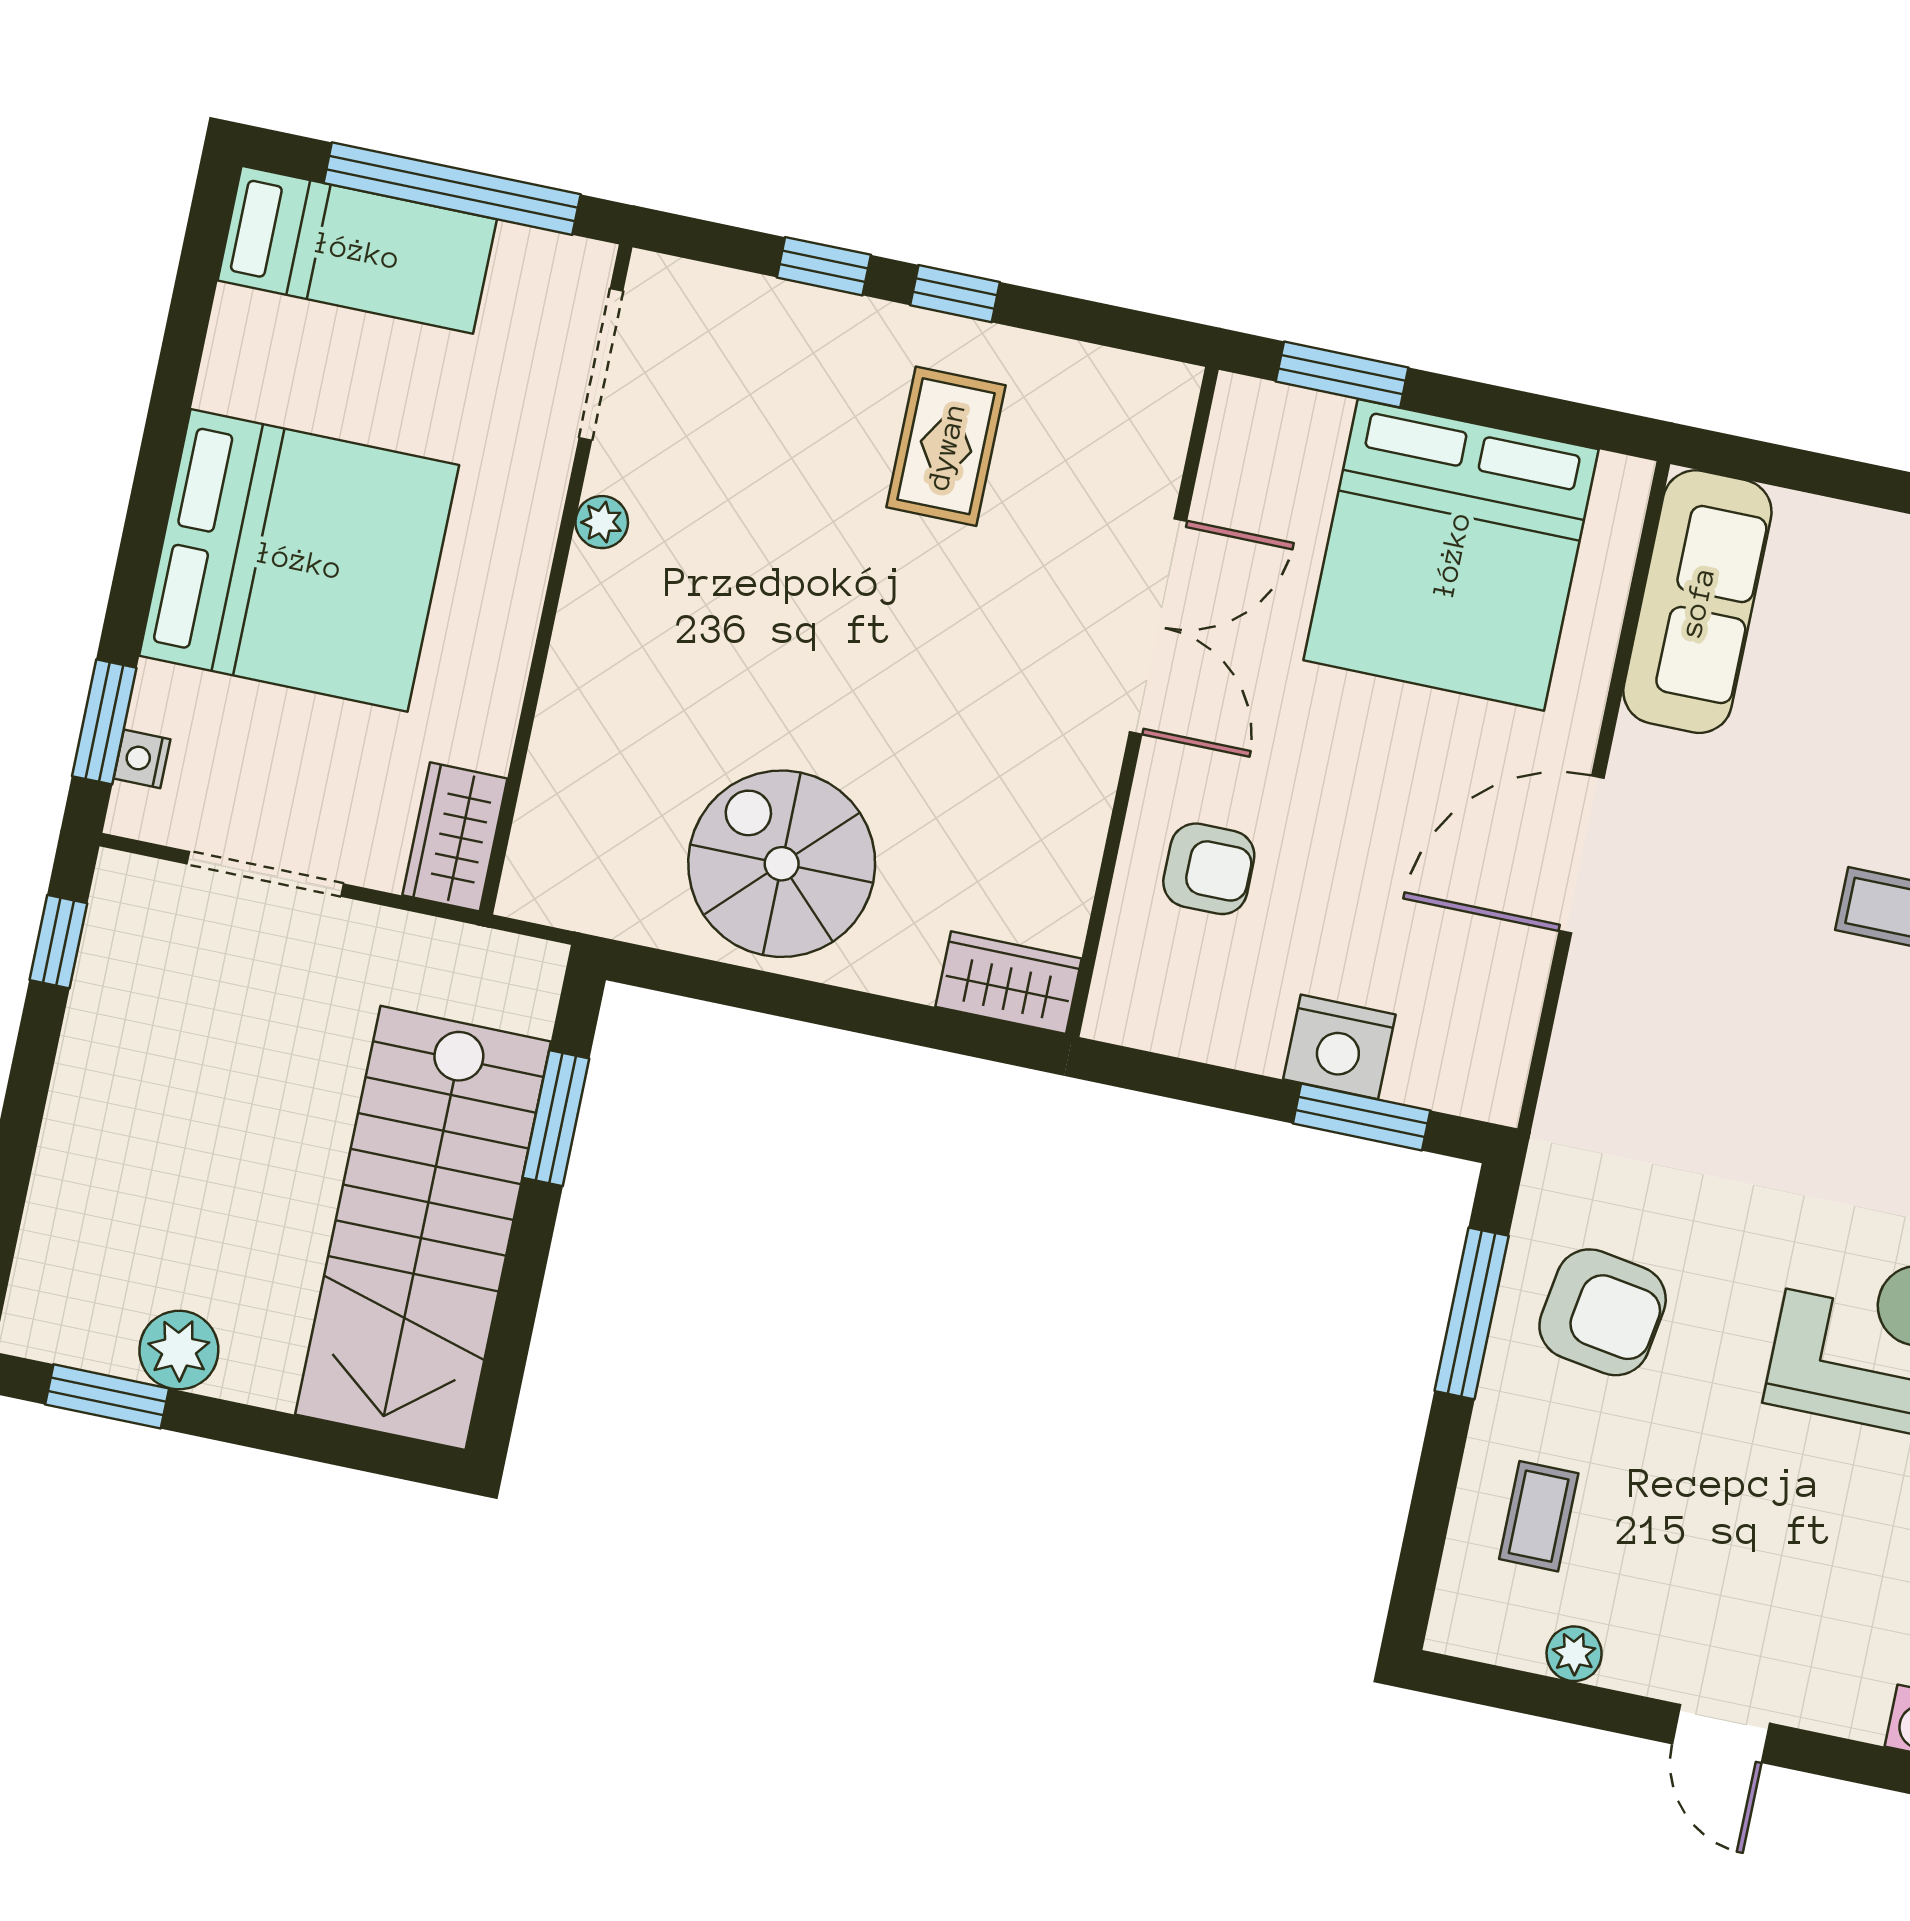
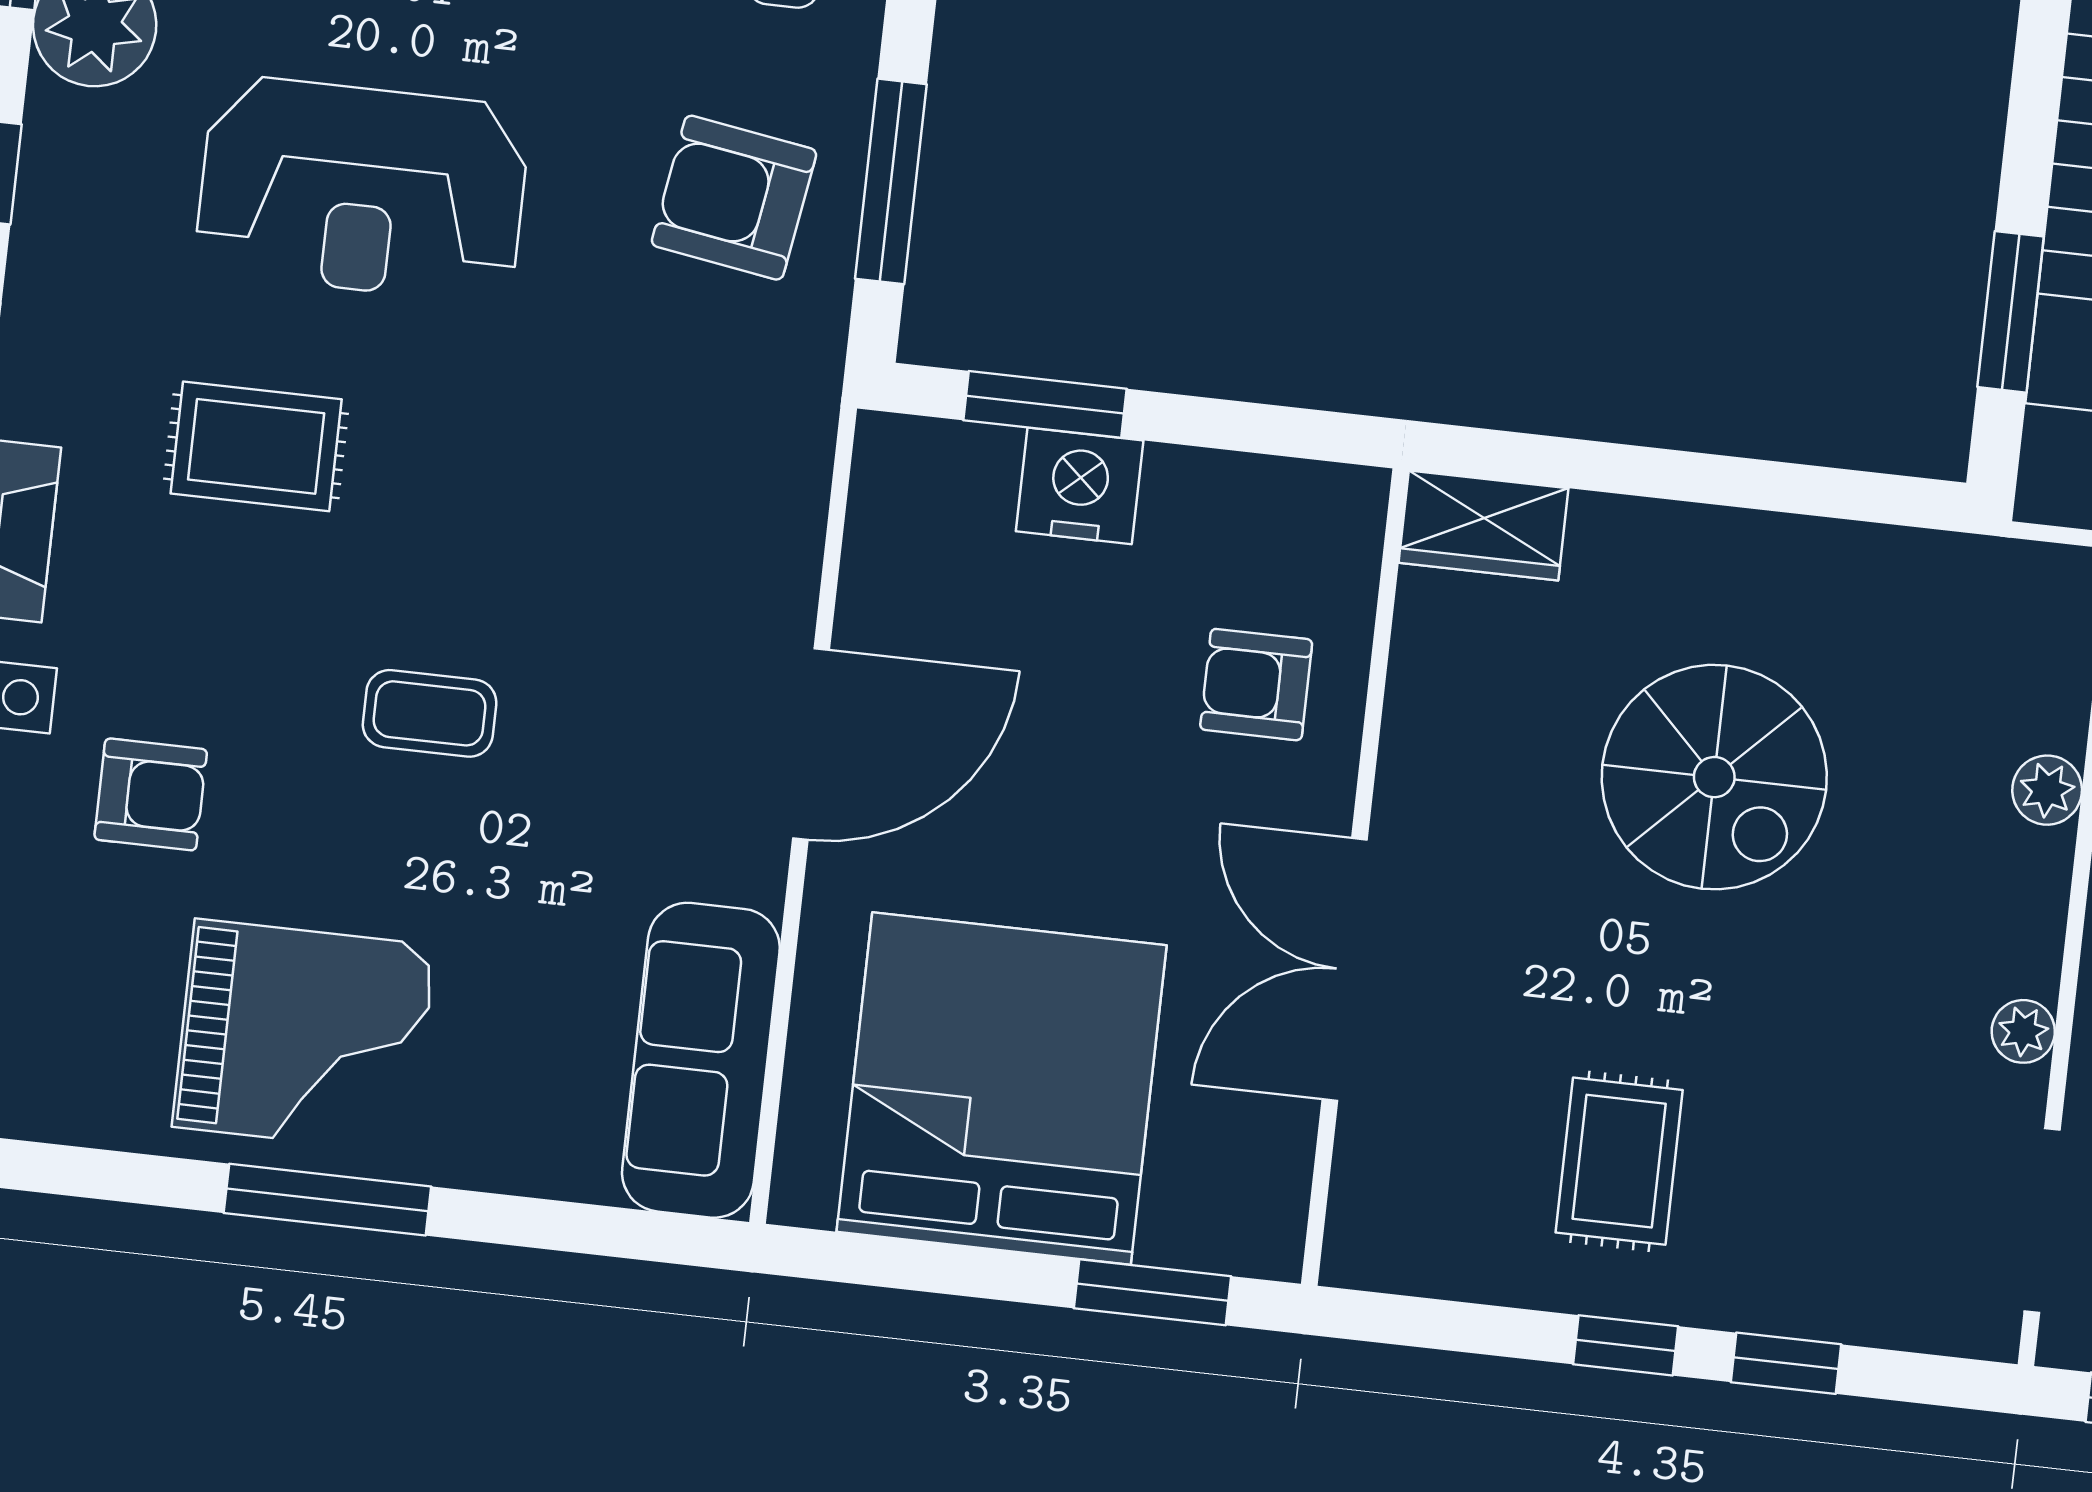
plant: (563, 720) -> (2047, 790), added
spiral stairs: (782, 864) -> (1714, 777), moved

